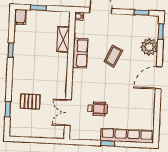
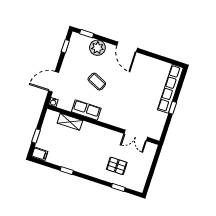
pallet: (30, 101) -> (117, 166), turned 90
wheelchair: (98, 109) -> (139, 108), removed

